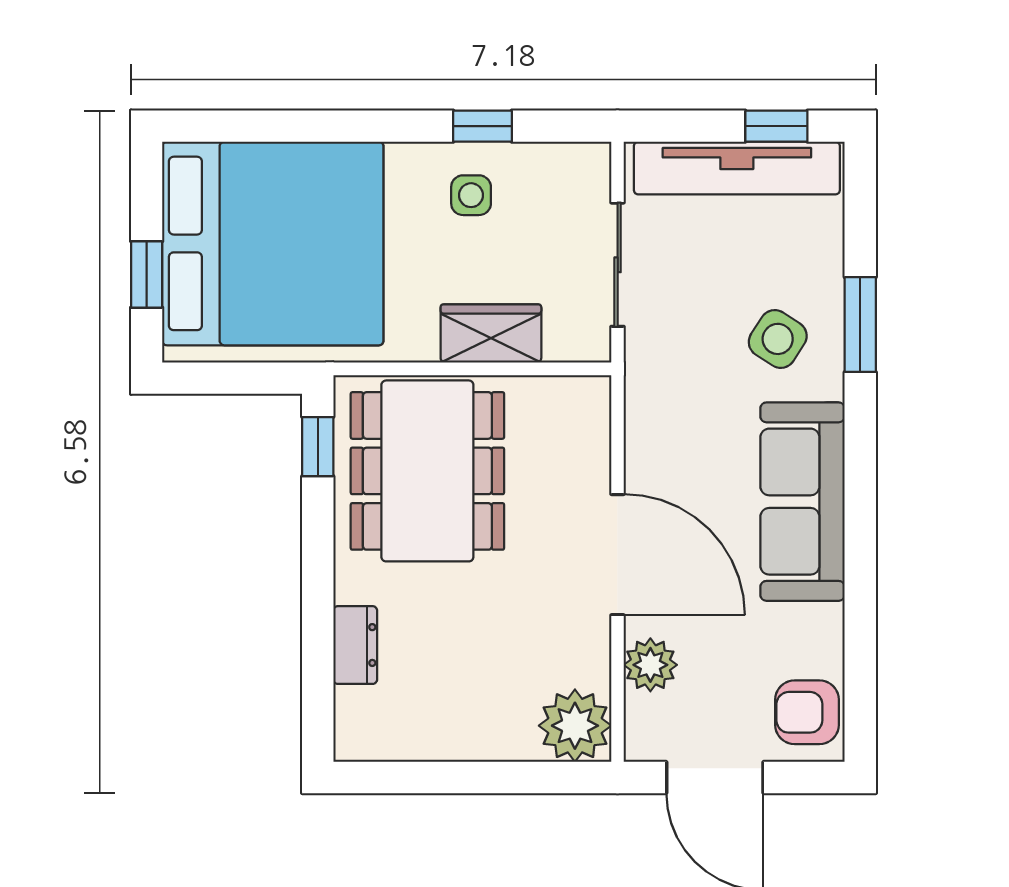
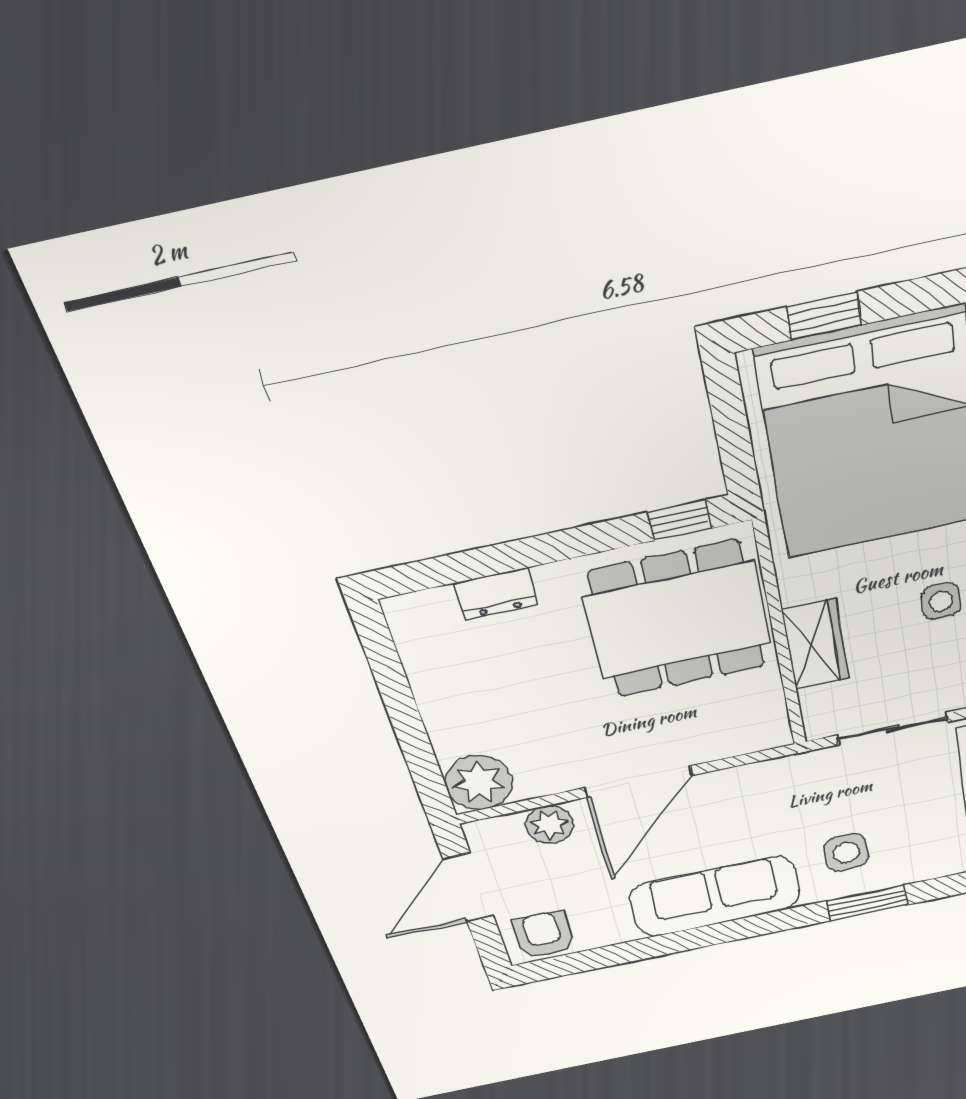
side table: (778, 339) -> (846, 853), turned -33

